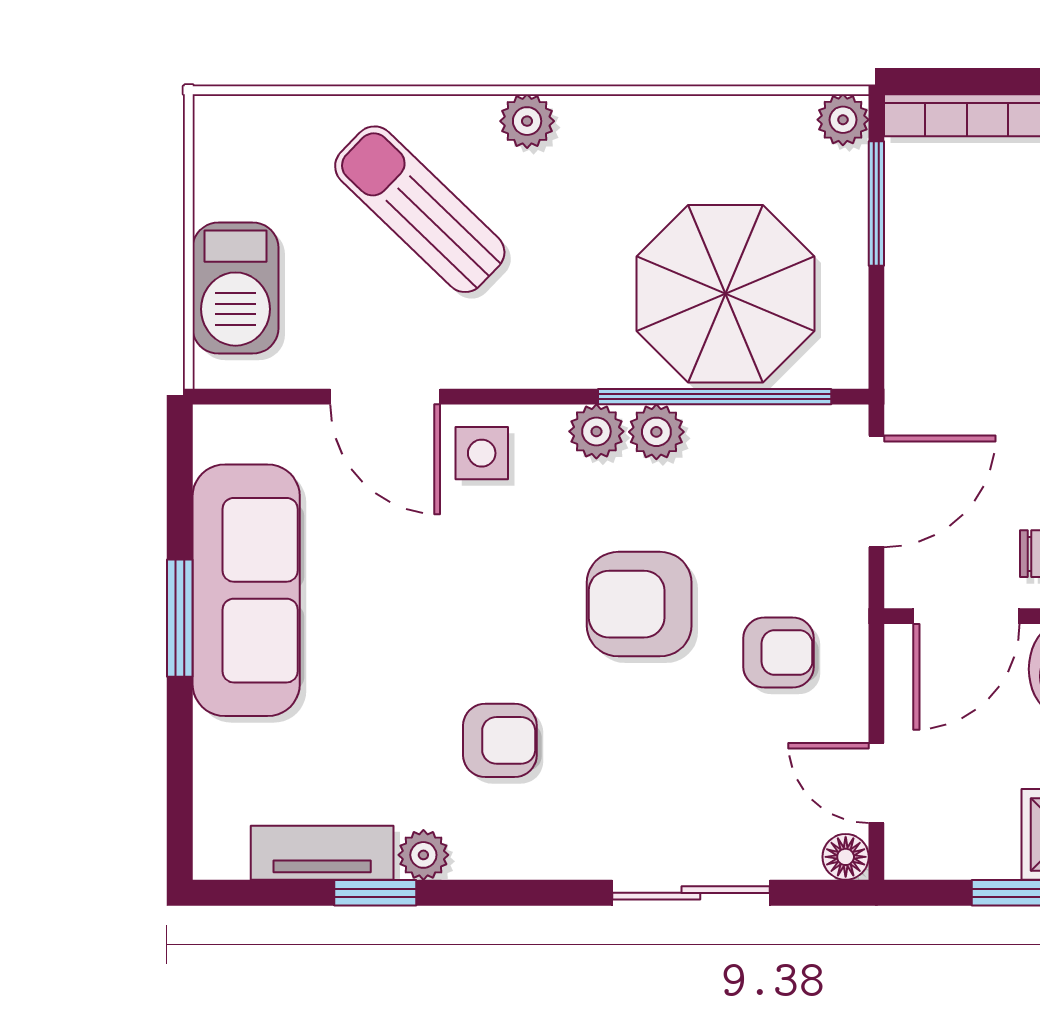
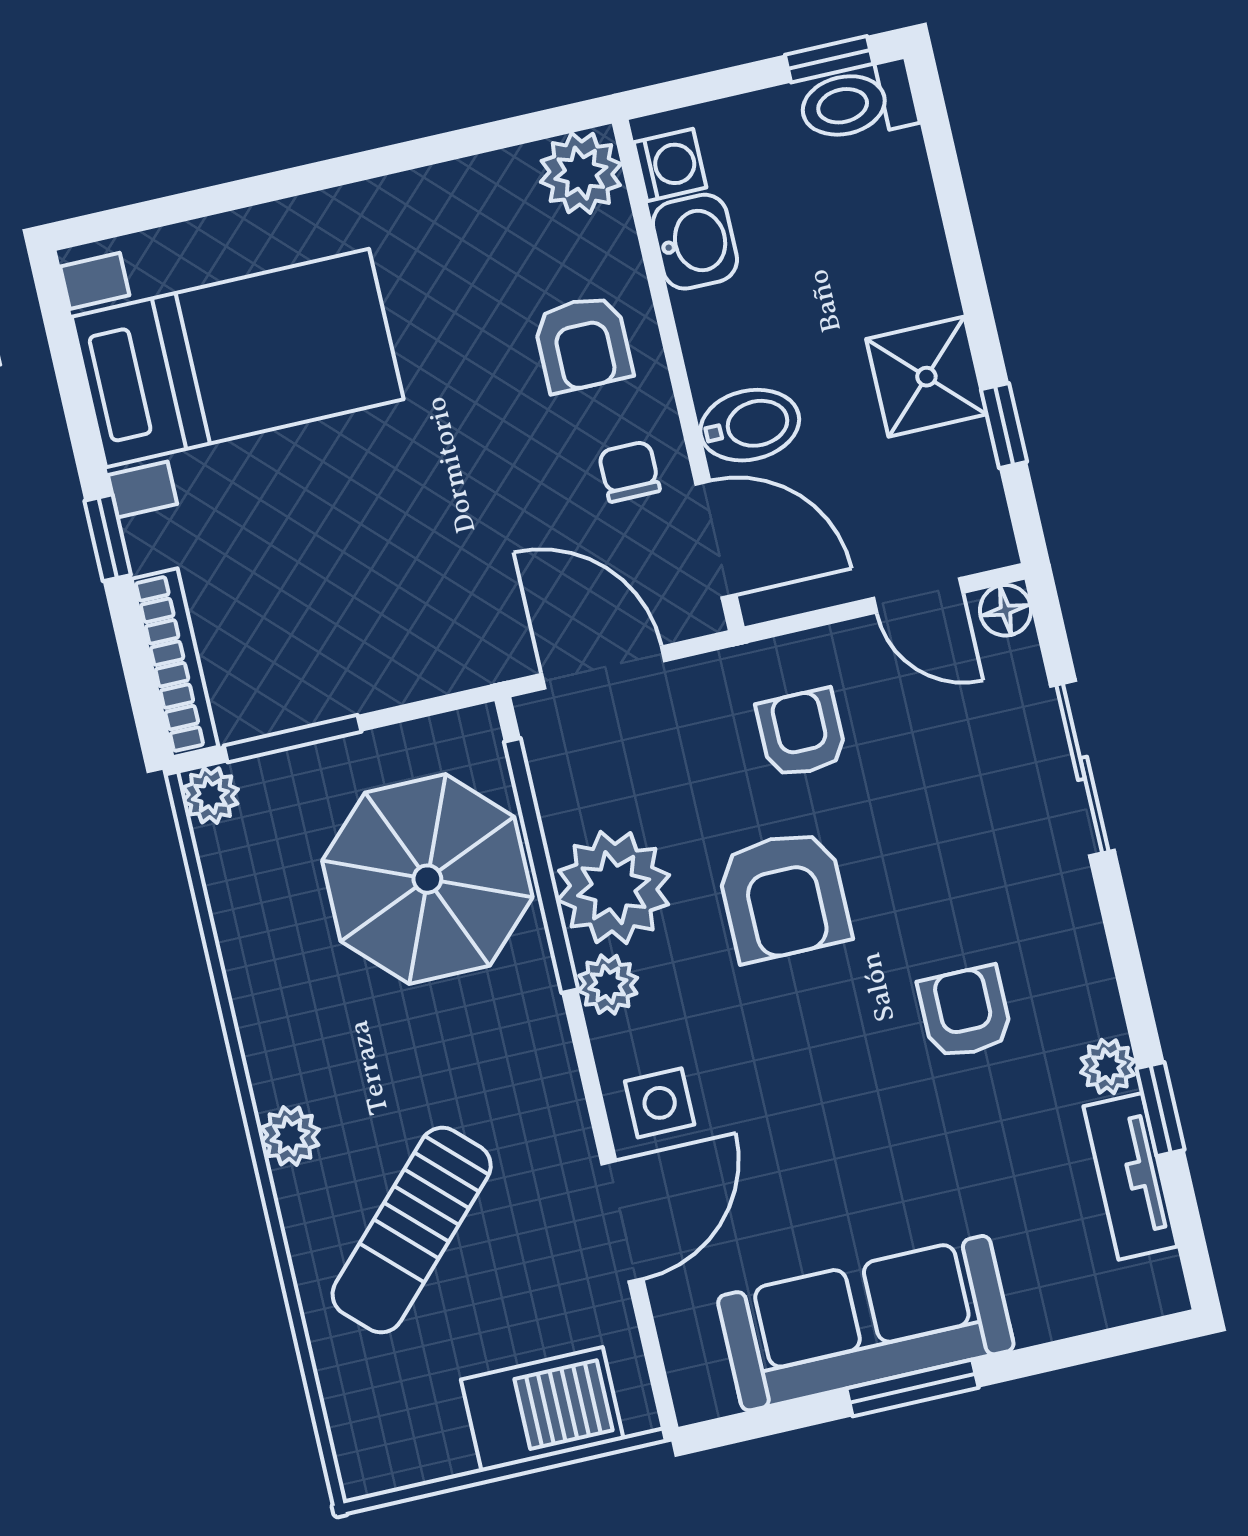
plant: (656, 432) -> (614, 888), width x1.88, depth x1.88
door: (876, 783) -> (918, 595), hinge flipped

